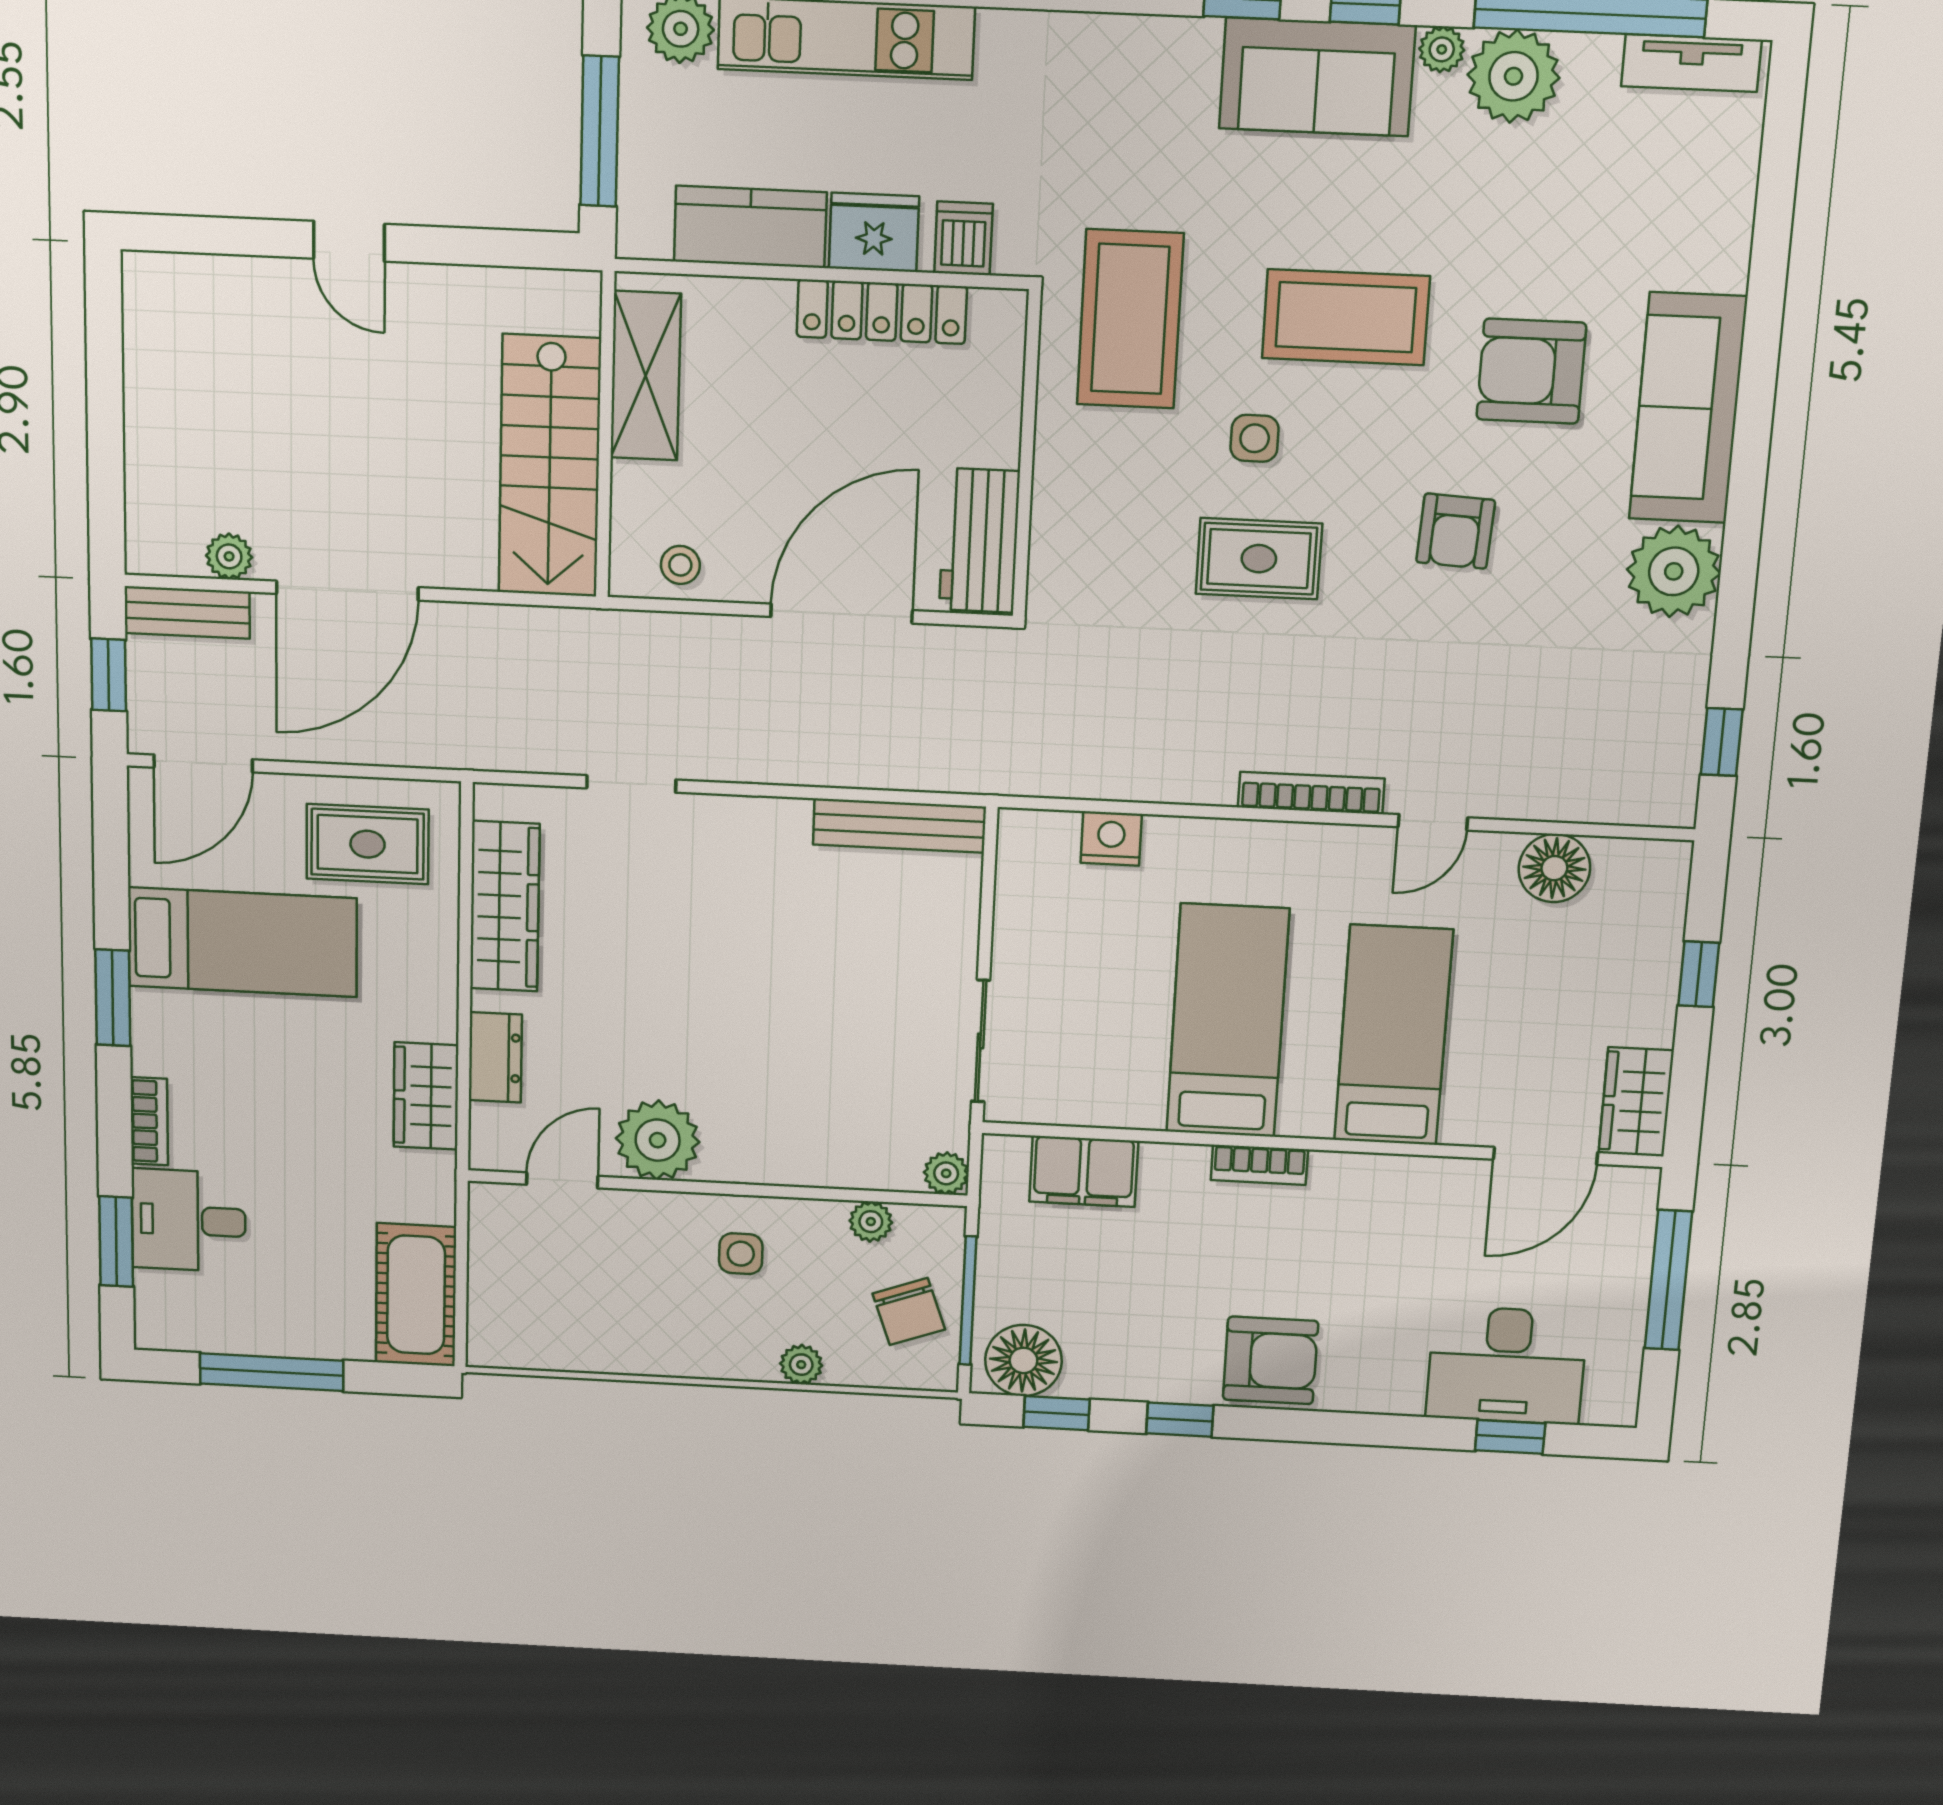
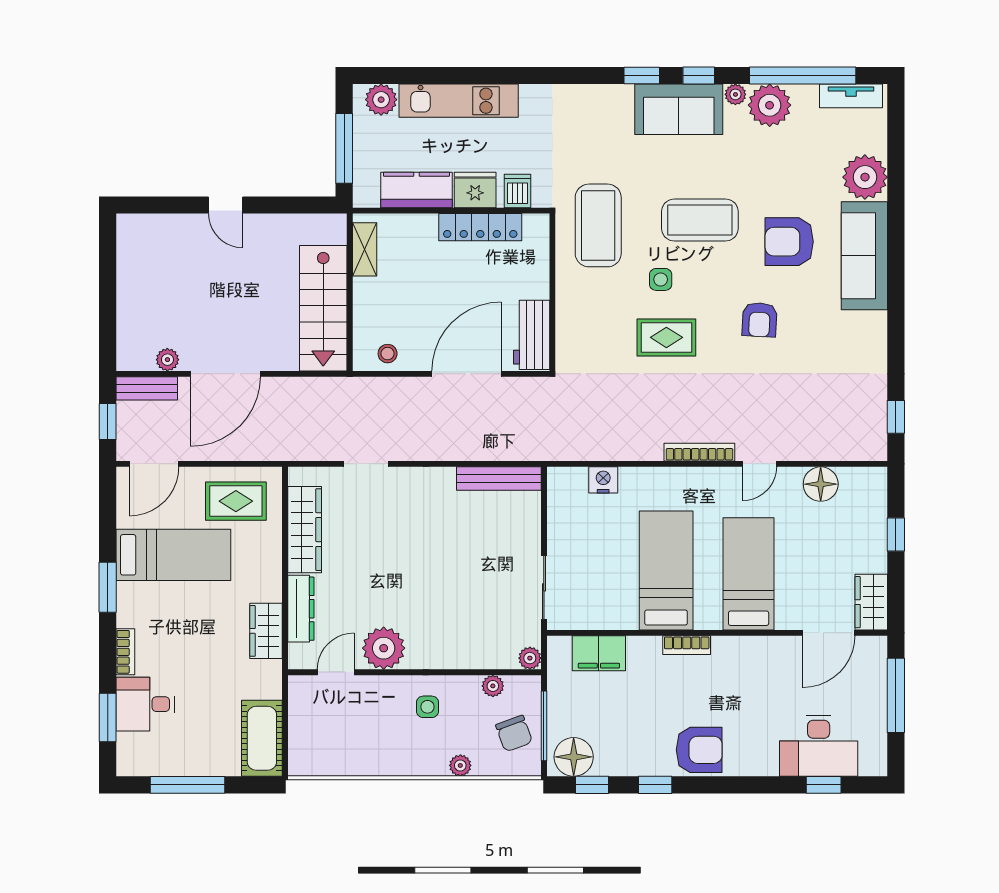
shelving: (646, 376) -> (365, 249), width x0.67, depth x0.75
plant: (1674, 571) -> (865, 177), moved
dresser: (495, 1057) -> (301, 609), width x1.44

